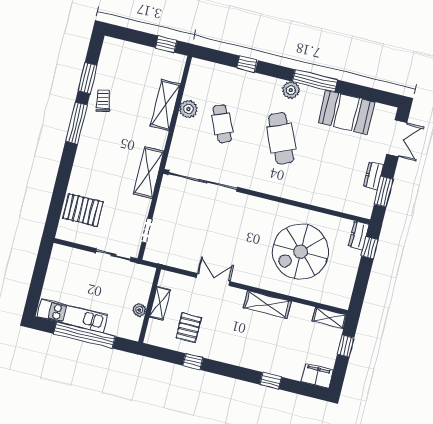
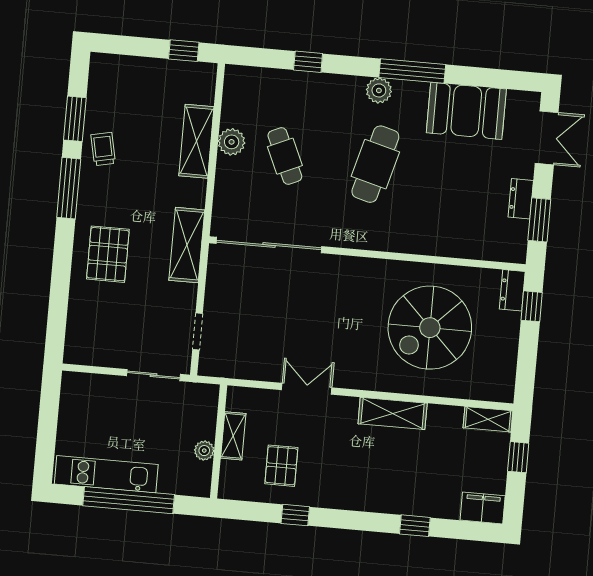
cafe table: (281, 138) -> (375, 164), turned 39
pallet: (83, 210) -> (108, 254), moved, turned 90

